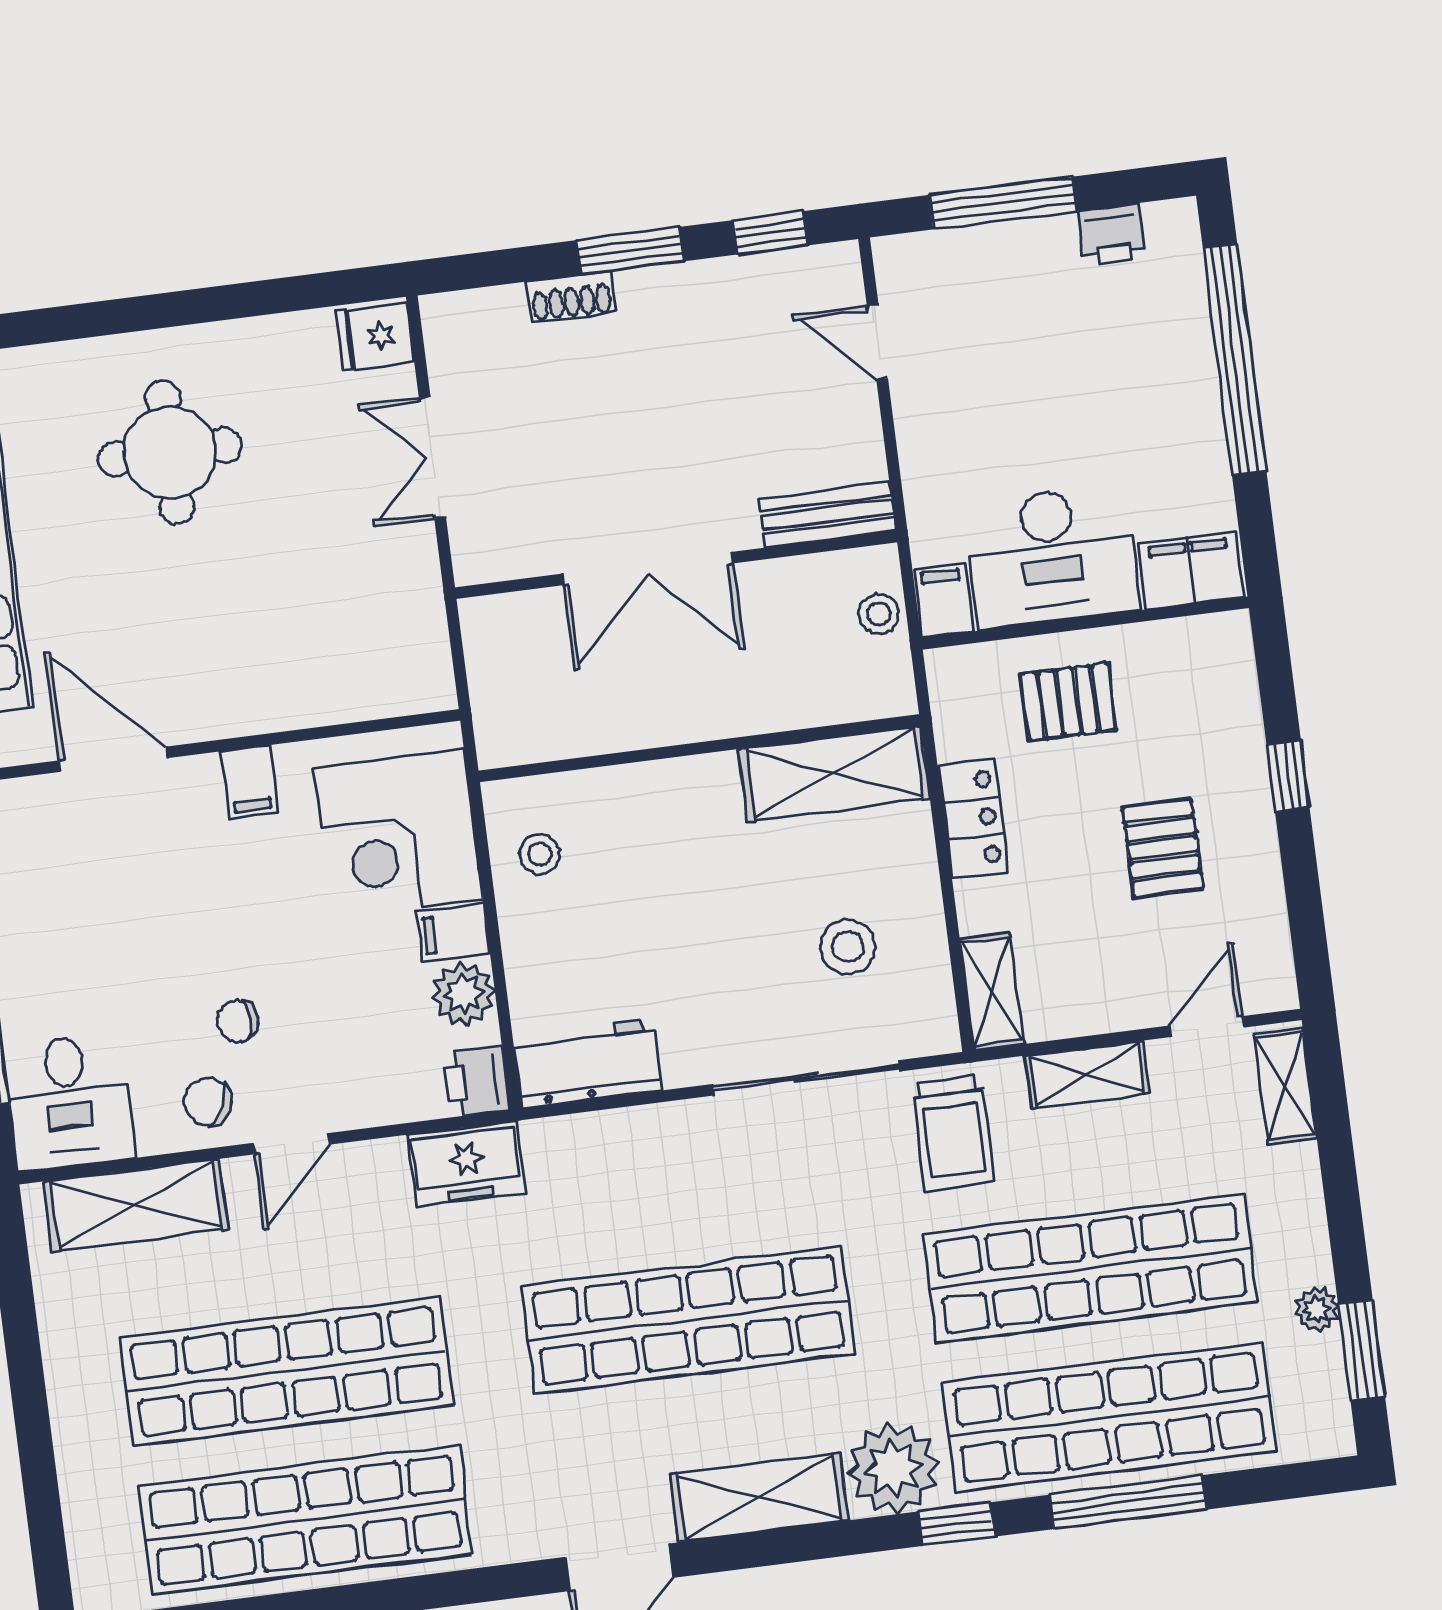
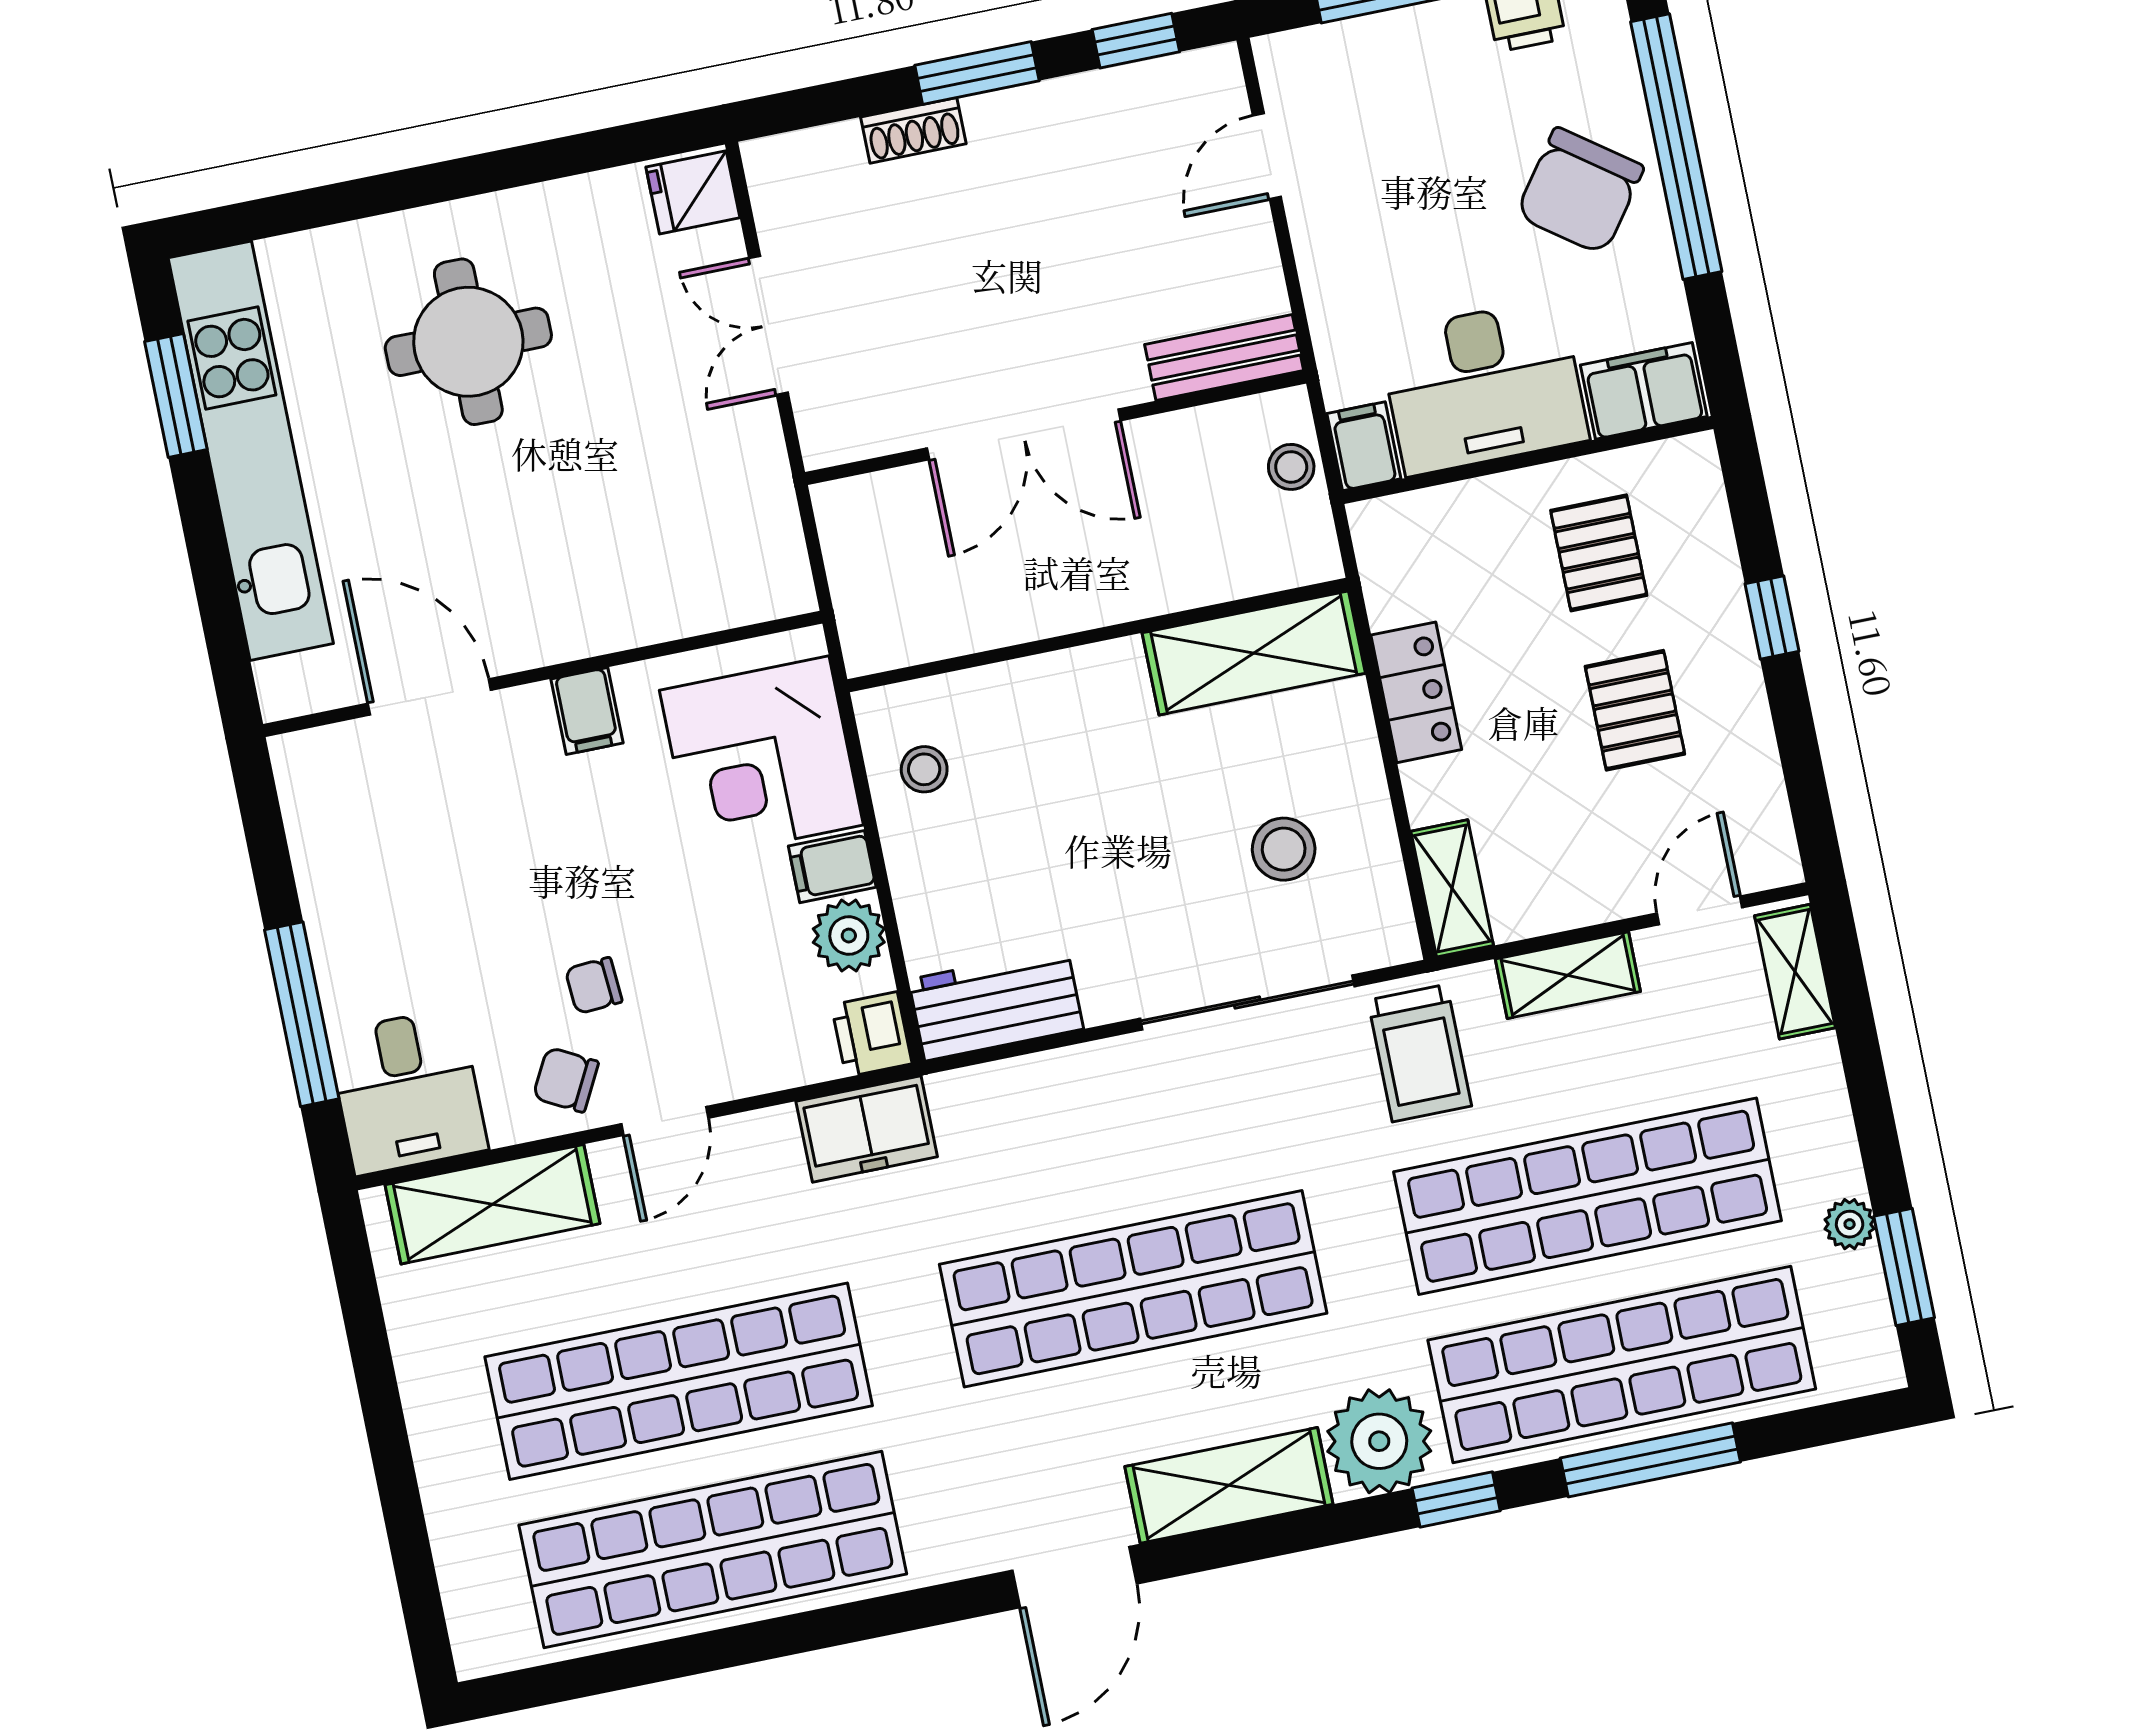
door: (877, 342) -> (1267, 156), hinge flipped
chair: (1148, 392) -> (1580, 191), added
pallet: (1068, 702) -> (1599, 553), moved, turned 90

